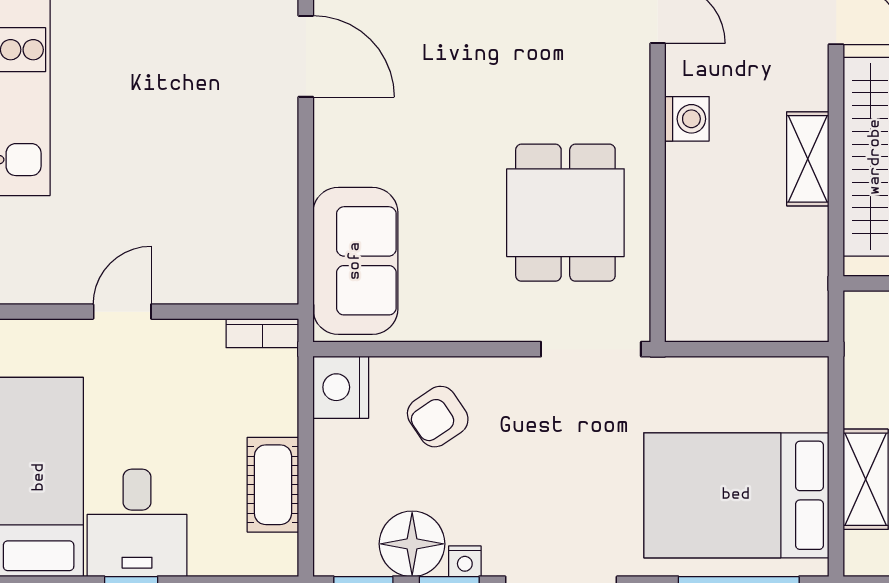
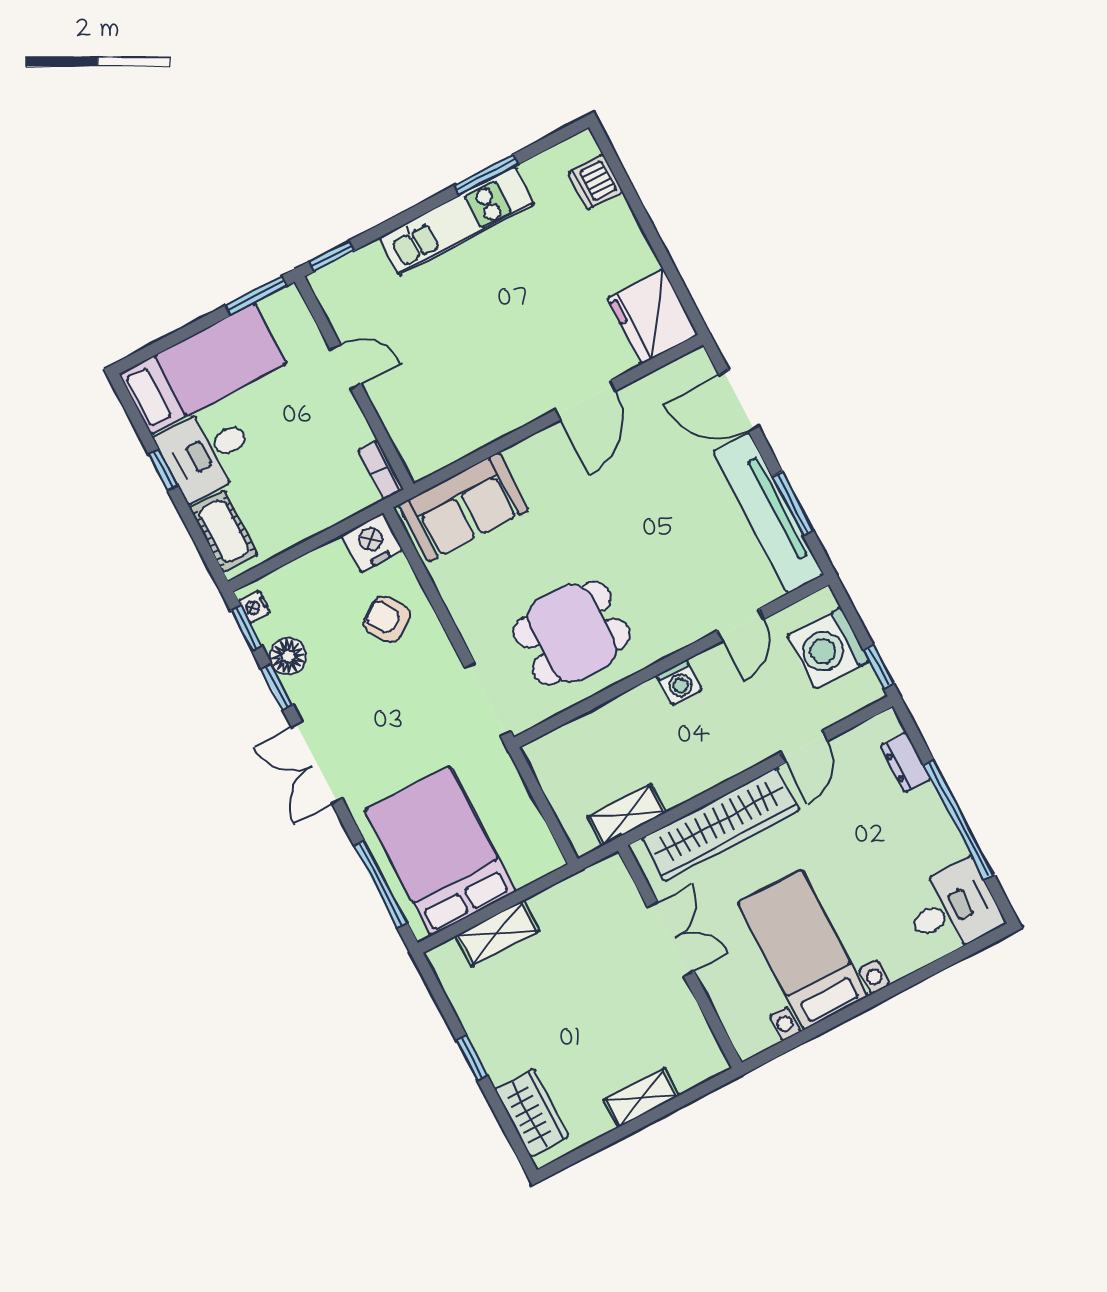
shelving: (808, 159) -> (627, 815), moved
cot: (273, 485) -> (224, 531), moved, turned 90
floor lamp: (412, 544) -> (288, 657), width x0.73, depth x0.73
nightstand: (465, 561) -> (254, 607), moved

